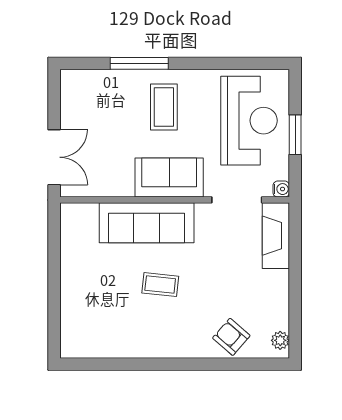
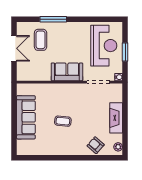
coffee table: (164, 107) -> (41, 40), moved
double door: (54, 157) -> (14, 48), moved
sofa: (147, 223) -> (26, 117), moved, turned -90
fireplace: (276, 236) -> (116, 118), moved

